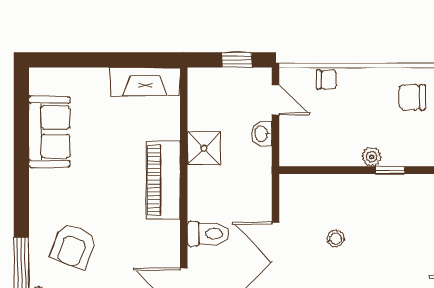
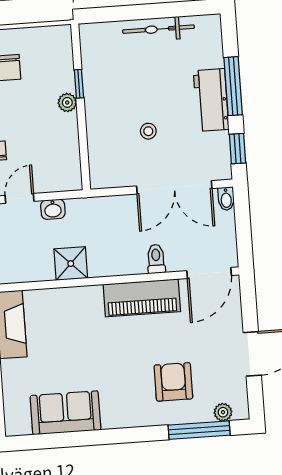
piano: (163, 180) -> (142, 298), moved
toilet: (208, 234) -> (156, 259), width x0.73, depth x0.72
armchair: (73, 246) -> (173, 382), turned -111

